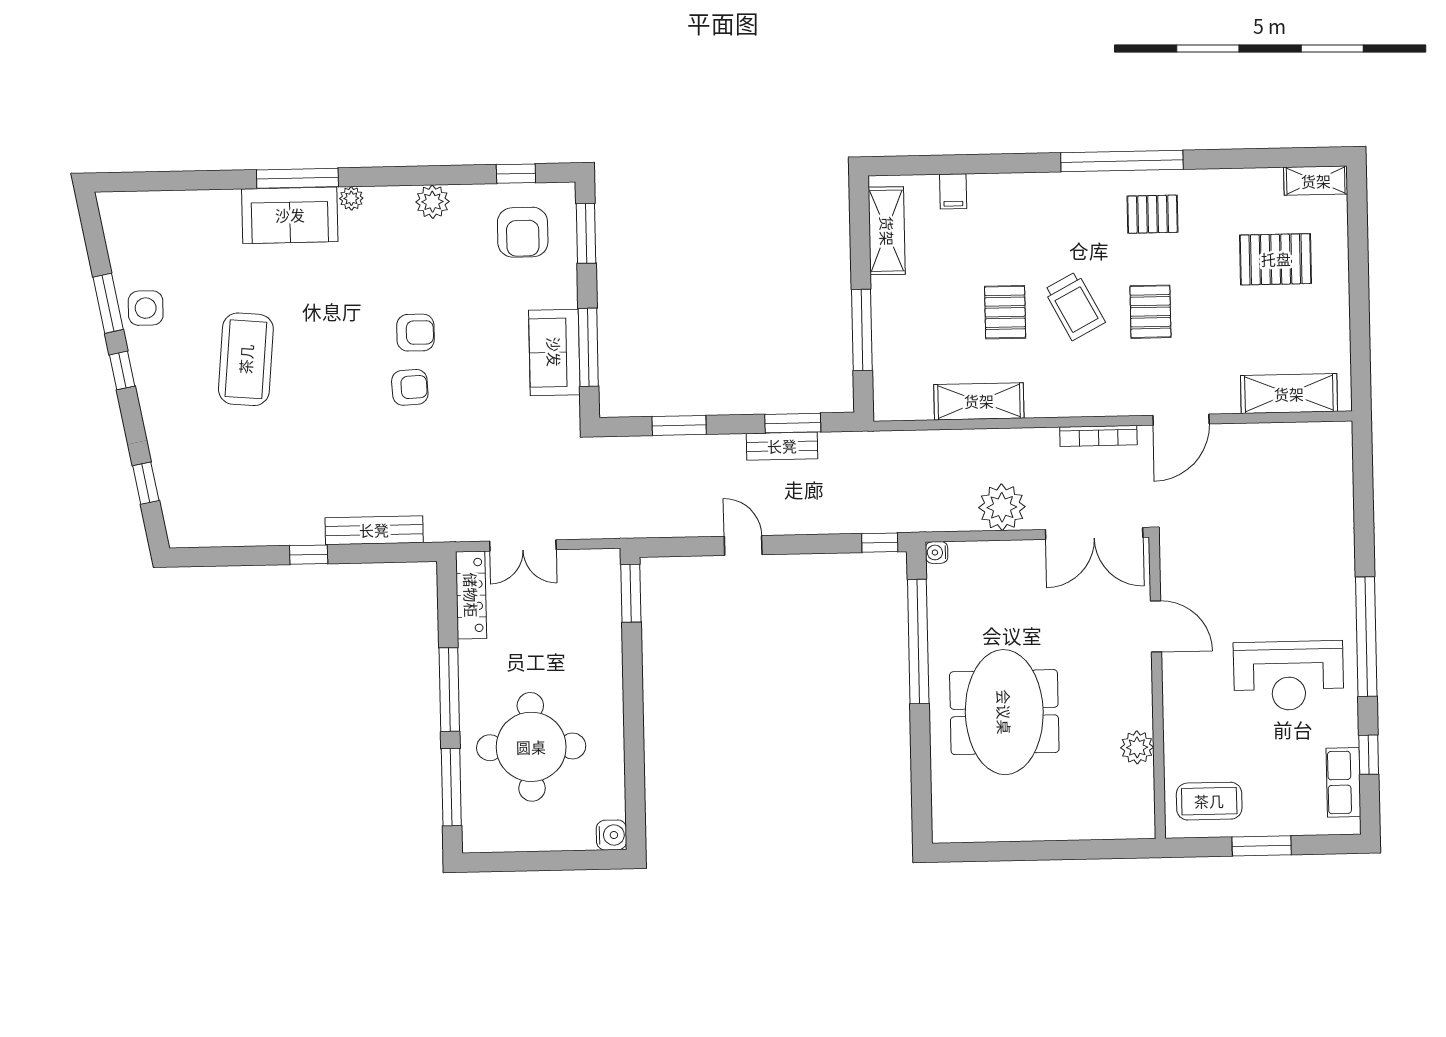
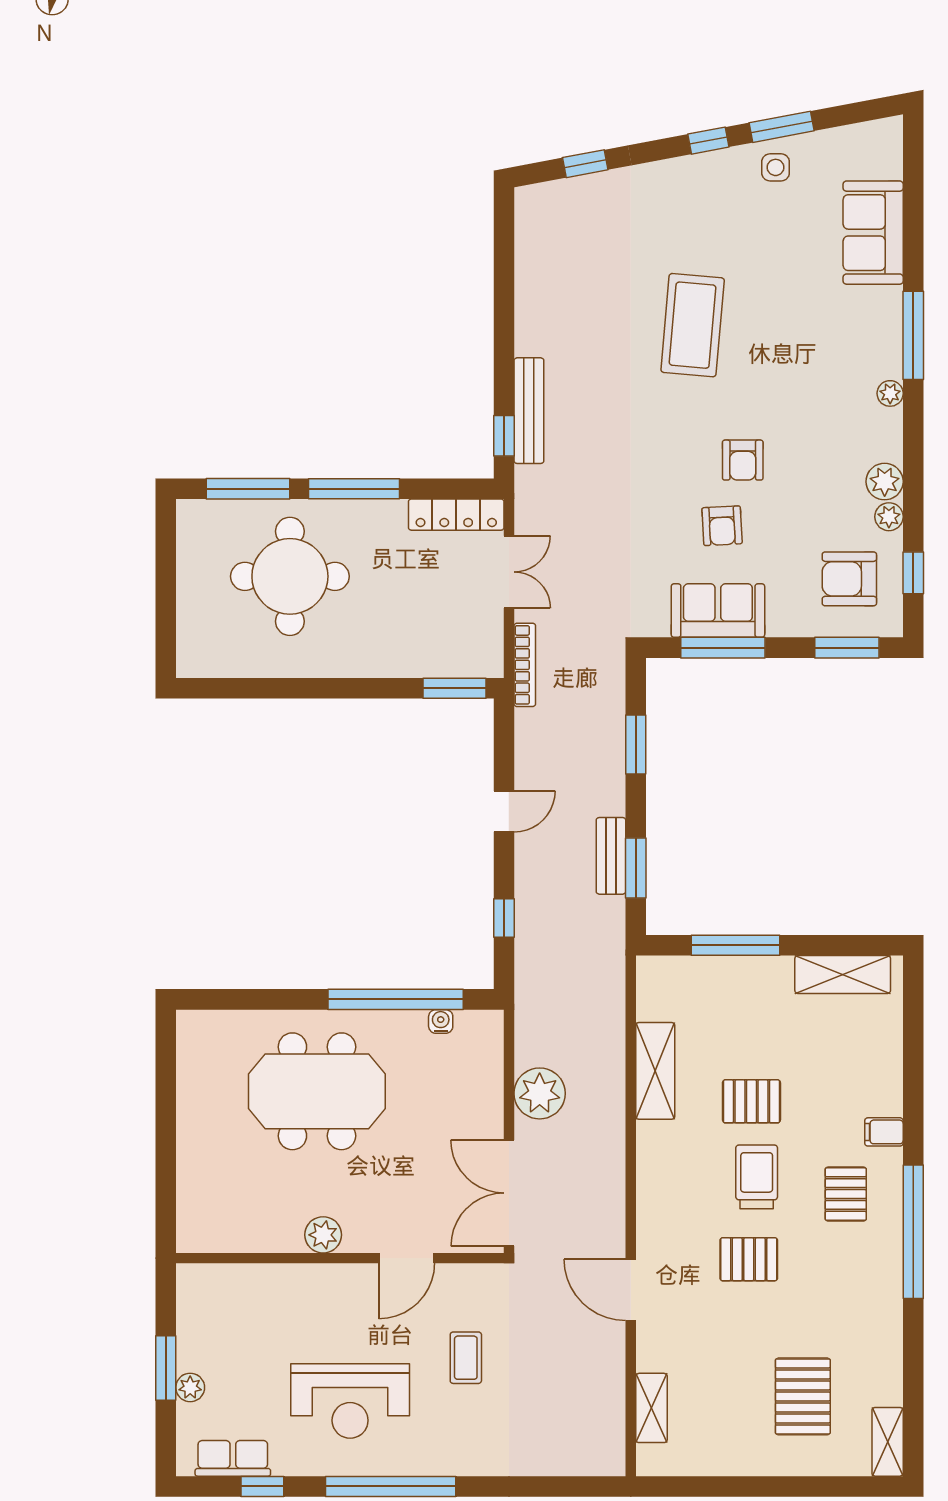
filing cabinet: (953, 191) -> (884, 1132), moved
plant: (465, 197) -> (889, 517), added
pallet: (1152, 214) -> (846, 1194), moved
sofa: (290, 215) -> (873, 233), moved
trolley: (1075, 306) -> (757, 1177), turned 118
side table: (146, 308) -> (776, 167), width x0.73, depth x0.73
coffee table: (246, 359) -> (693, 325), moved, turned 90
armchair: (410, 387) -> (722, 526), moved
shelving: (1289, 394) -> (651, 1408), width x0.67, depth x0.75
bookcase: (1098, 436) -> (525, 665), moved, turned 180
window: (880, 543) -> (504, 918), moved
double door: (523, 545) -> (509, 572), swing flipped
water cooler: (937, 552) -> (441, 1021), moved
window: (309, 555) -> (504, 436), moved
reception desk: (1288, 676) -> (350, 1401), turned -90
plant: (1137, 747) -> (323, 1235), moved
coffee table: (1209, 801) -> (466, 1358), moved, width x0.73, depth x0.77
plant: (1279, 823) -> (190, 1387), added
water cooler: (611, 835) -> (192, 662), removed

